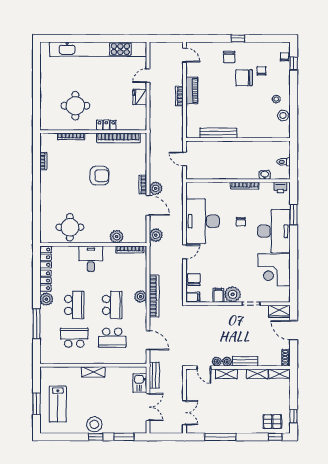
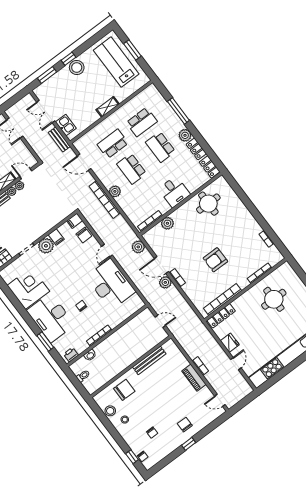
chair: (244, 78) -> (124, 390), moved
locker: (106, 125) -> (221, 316), moved, width x1.53
lab bench: (58, 404) -> (116, 62), width x1.36, depth x1.39

